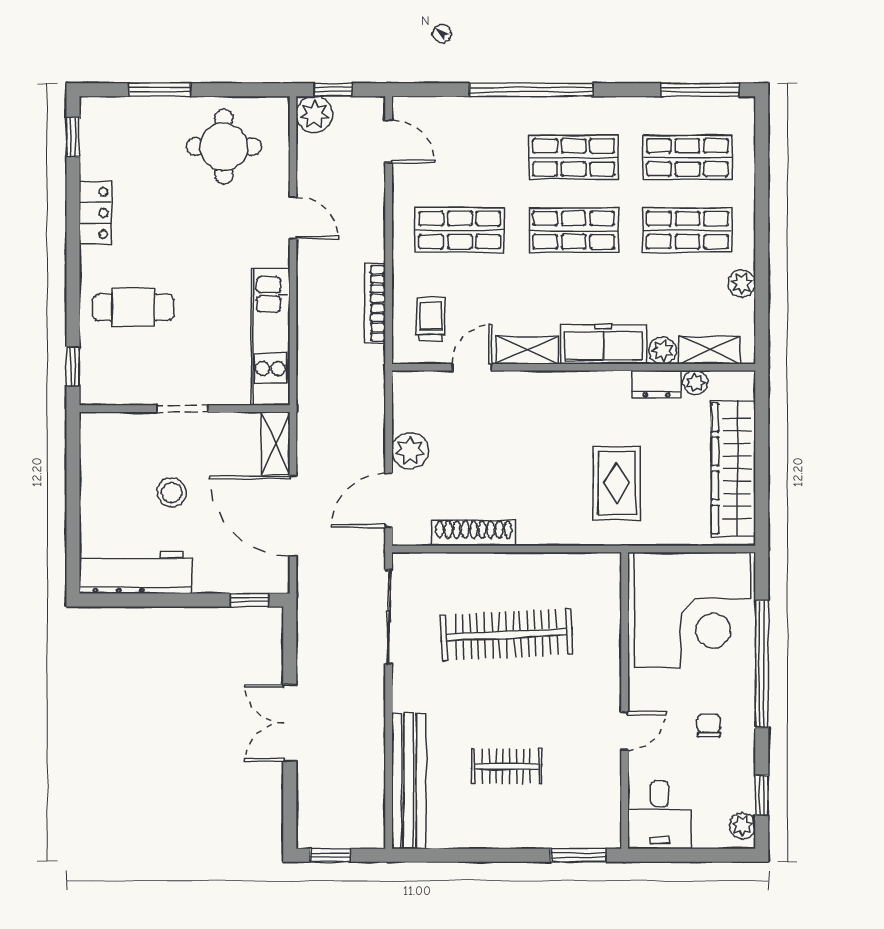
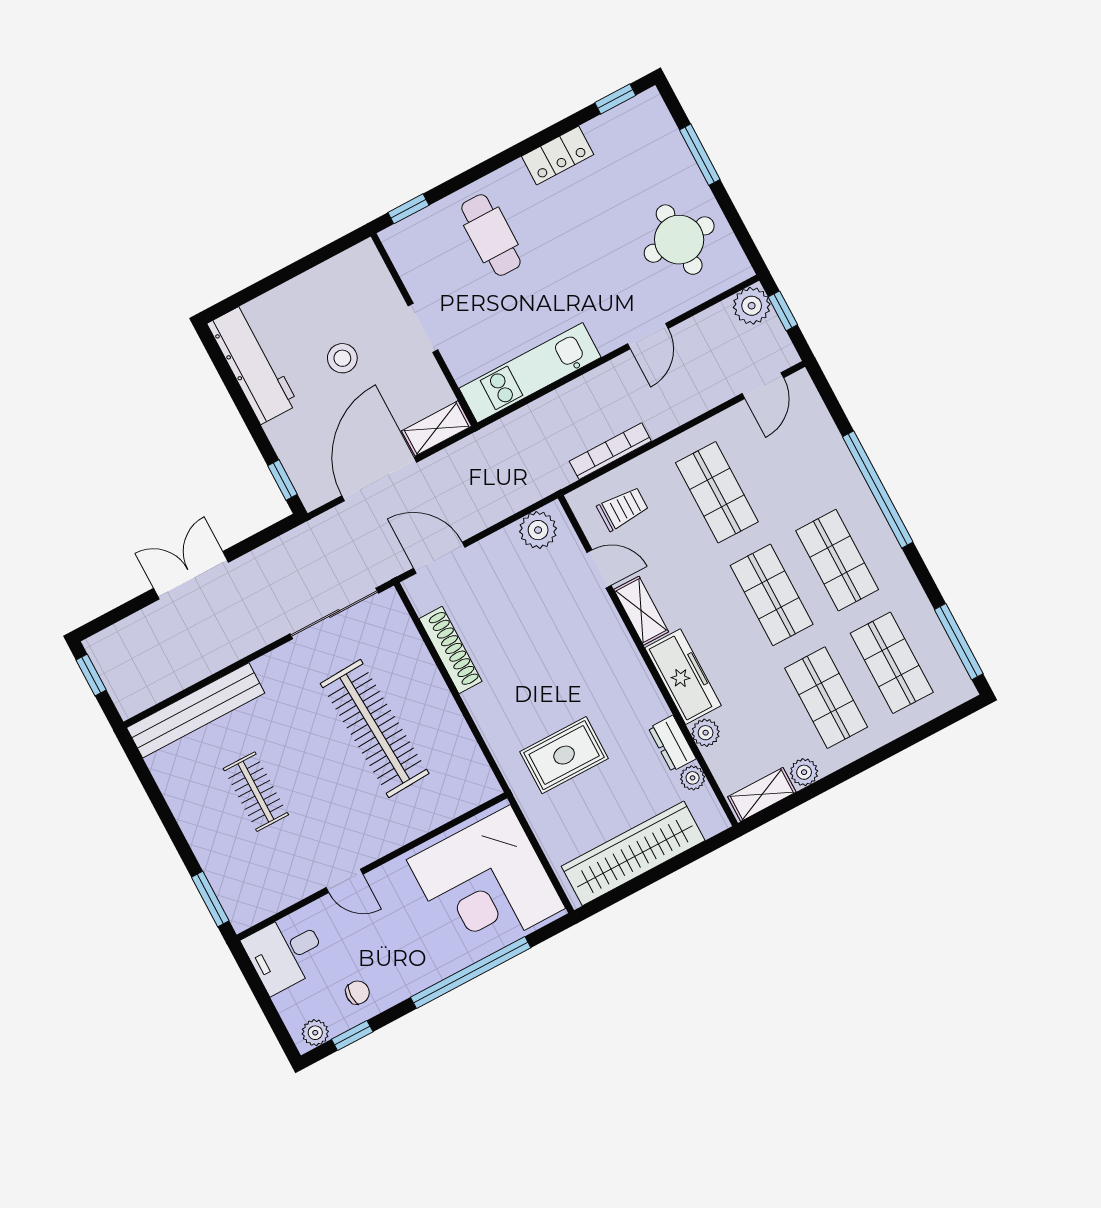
shelving: (709, 350) -> (762, 794), moved, turned 90
plant: (410, 451) -> (538, 530), moved
chair: (709, 726) -> (357, 993), moved

